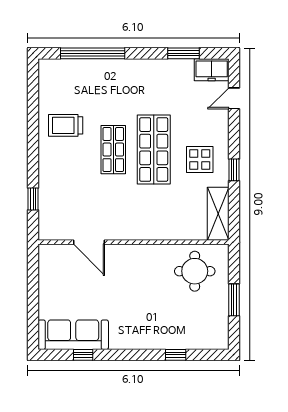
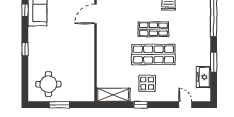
window: (184, 53) -> (214, 62), moved
freezer: (212, 70) -> (203, 77), moved
round table: (195, 271) -> (48, 84), moved
window: (176, 355) -> (25, 49), moved

